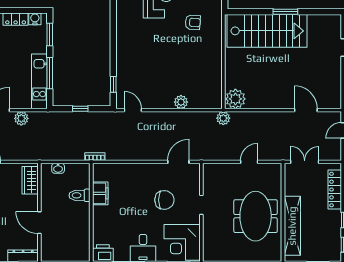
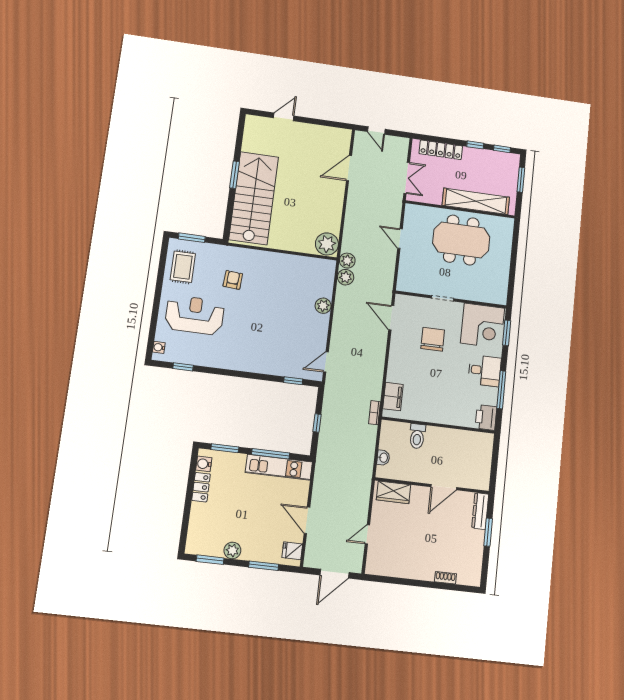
plant: (21, 118) -> (346, 277), moved
double door: (305, 162) -> (407, 178), swing flipped
filing cabinet: (100, 193) -> (393, 397), moved, turned 90

